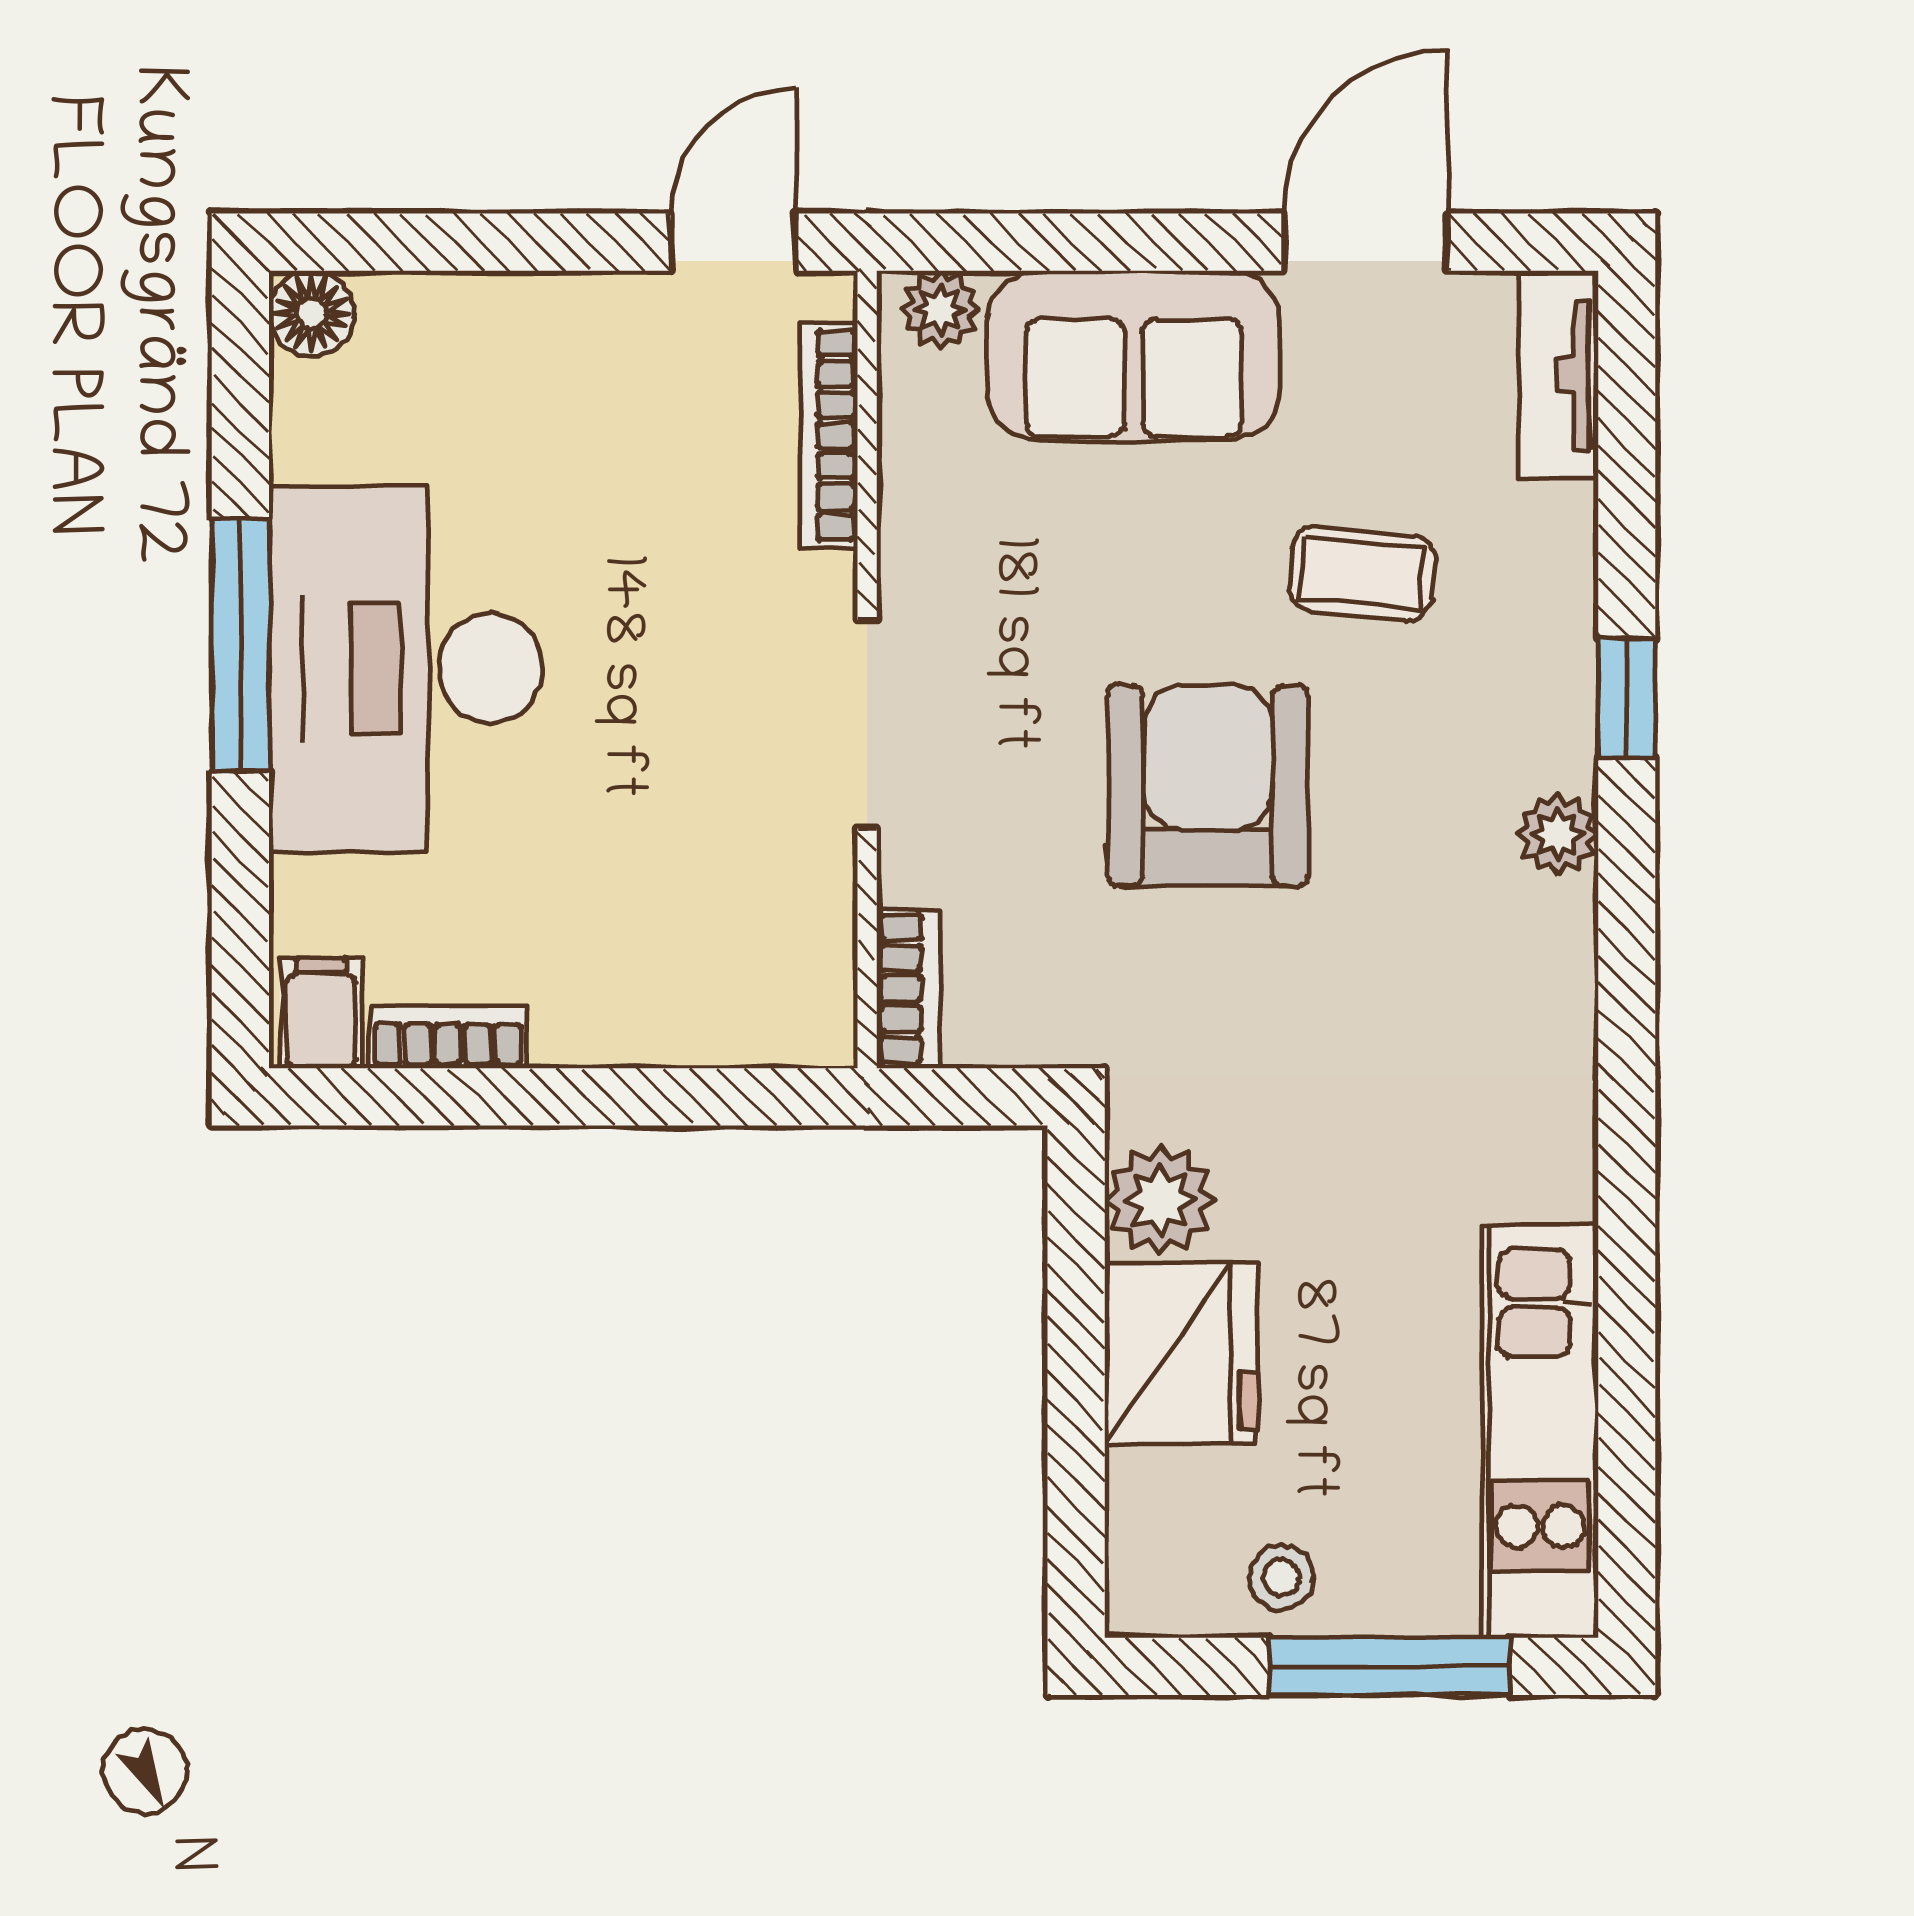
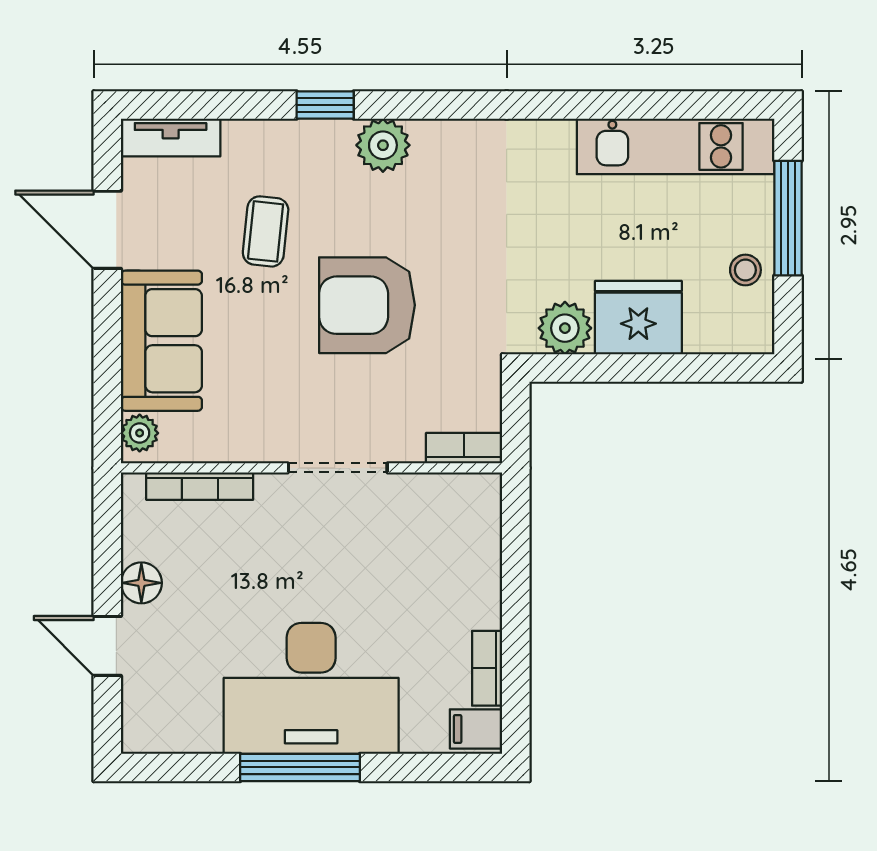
door: (733, 242) -> (107, 646), moved
floor lamp: (312, 313) -> (141, 583), moved
plant: (1558, 834) -> (383, 145), width x1.38, depth x1.38

